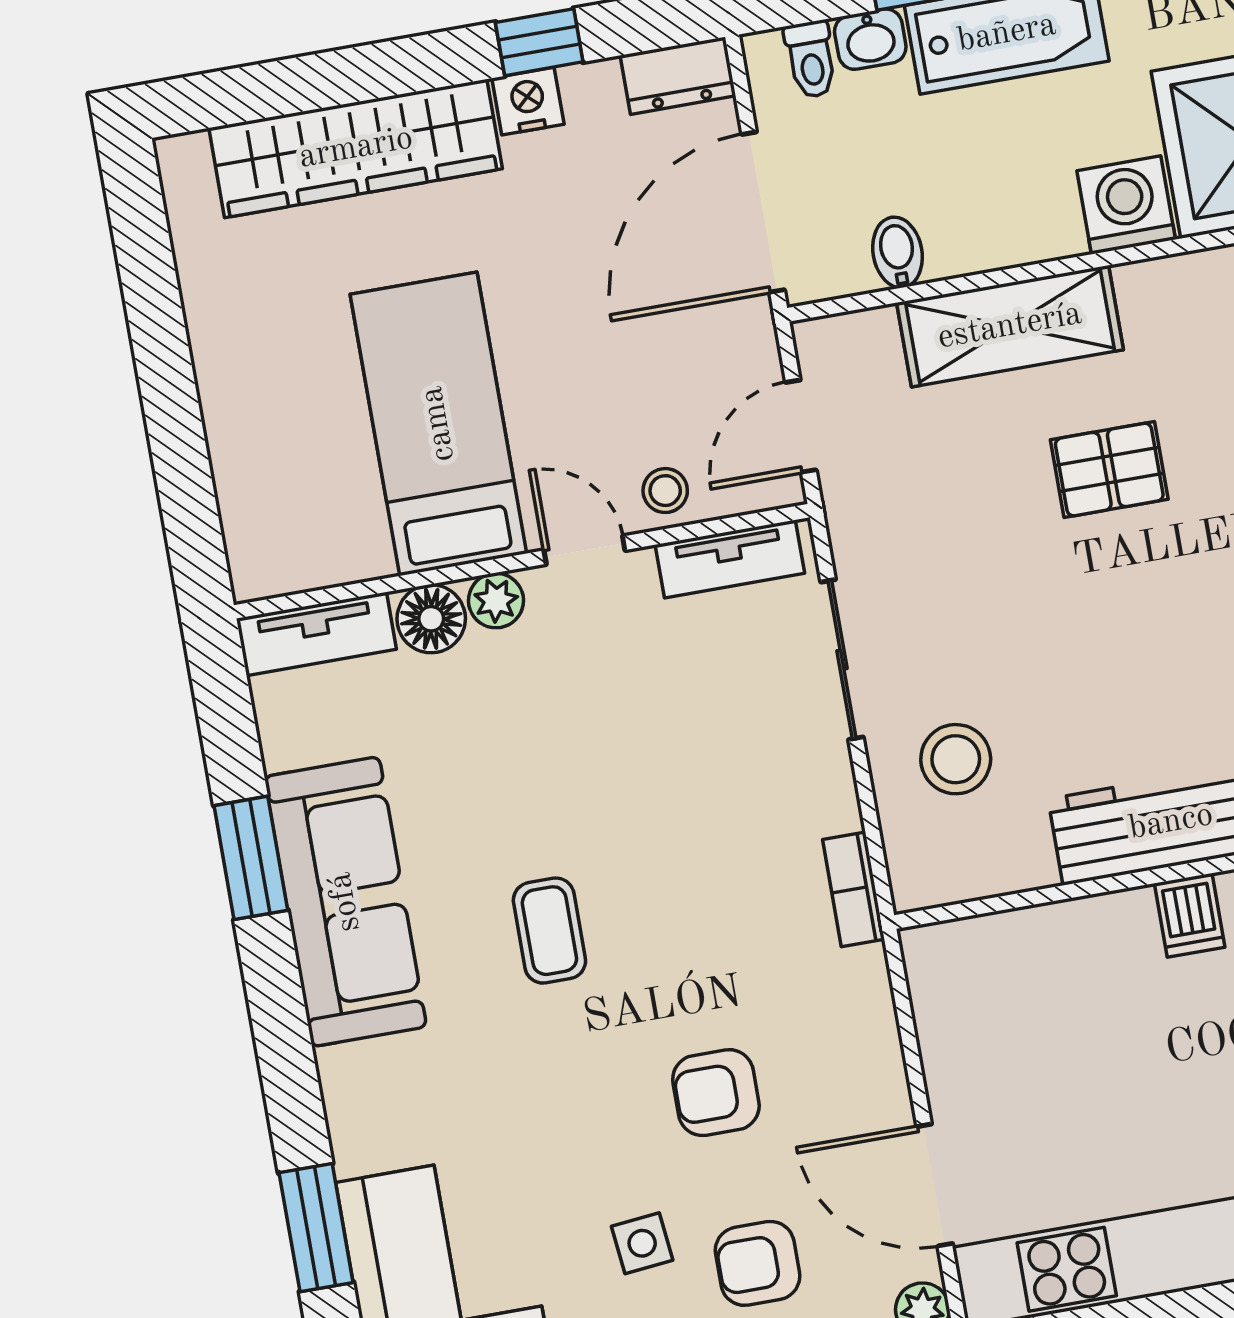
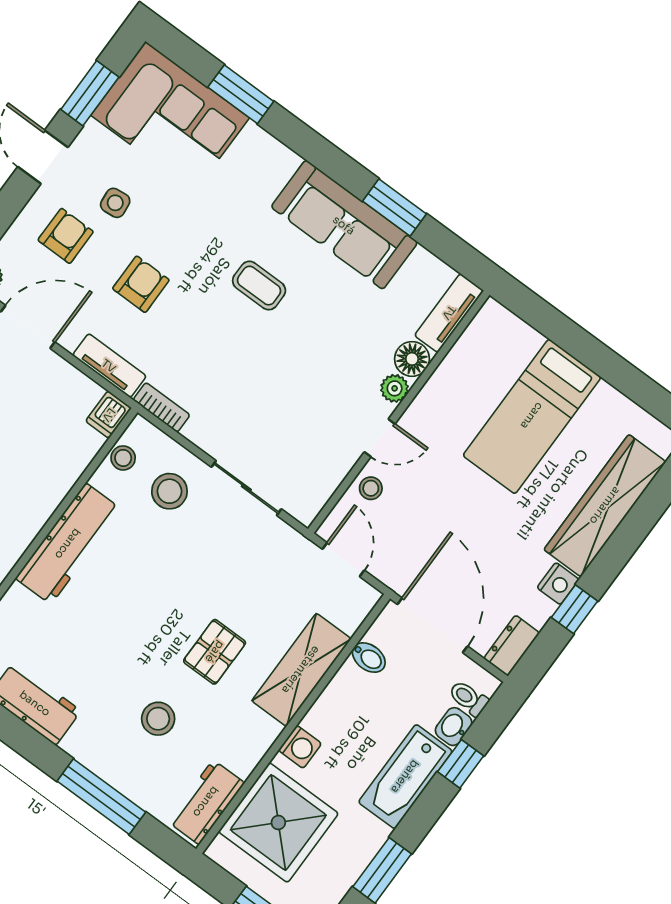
washing machine: (1126, 205) -> (300, 747), width x0.73, depth x0.73
bed: (438, 424) -> (532, 416), moved, turned 90
tv unit: (730, 559) -> (109, 366), moved, turned 90
stool: (977, 869) -> (123, 458), added
dishwasher: (1190, 915) -> (109, 415), moved, turned -90

